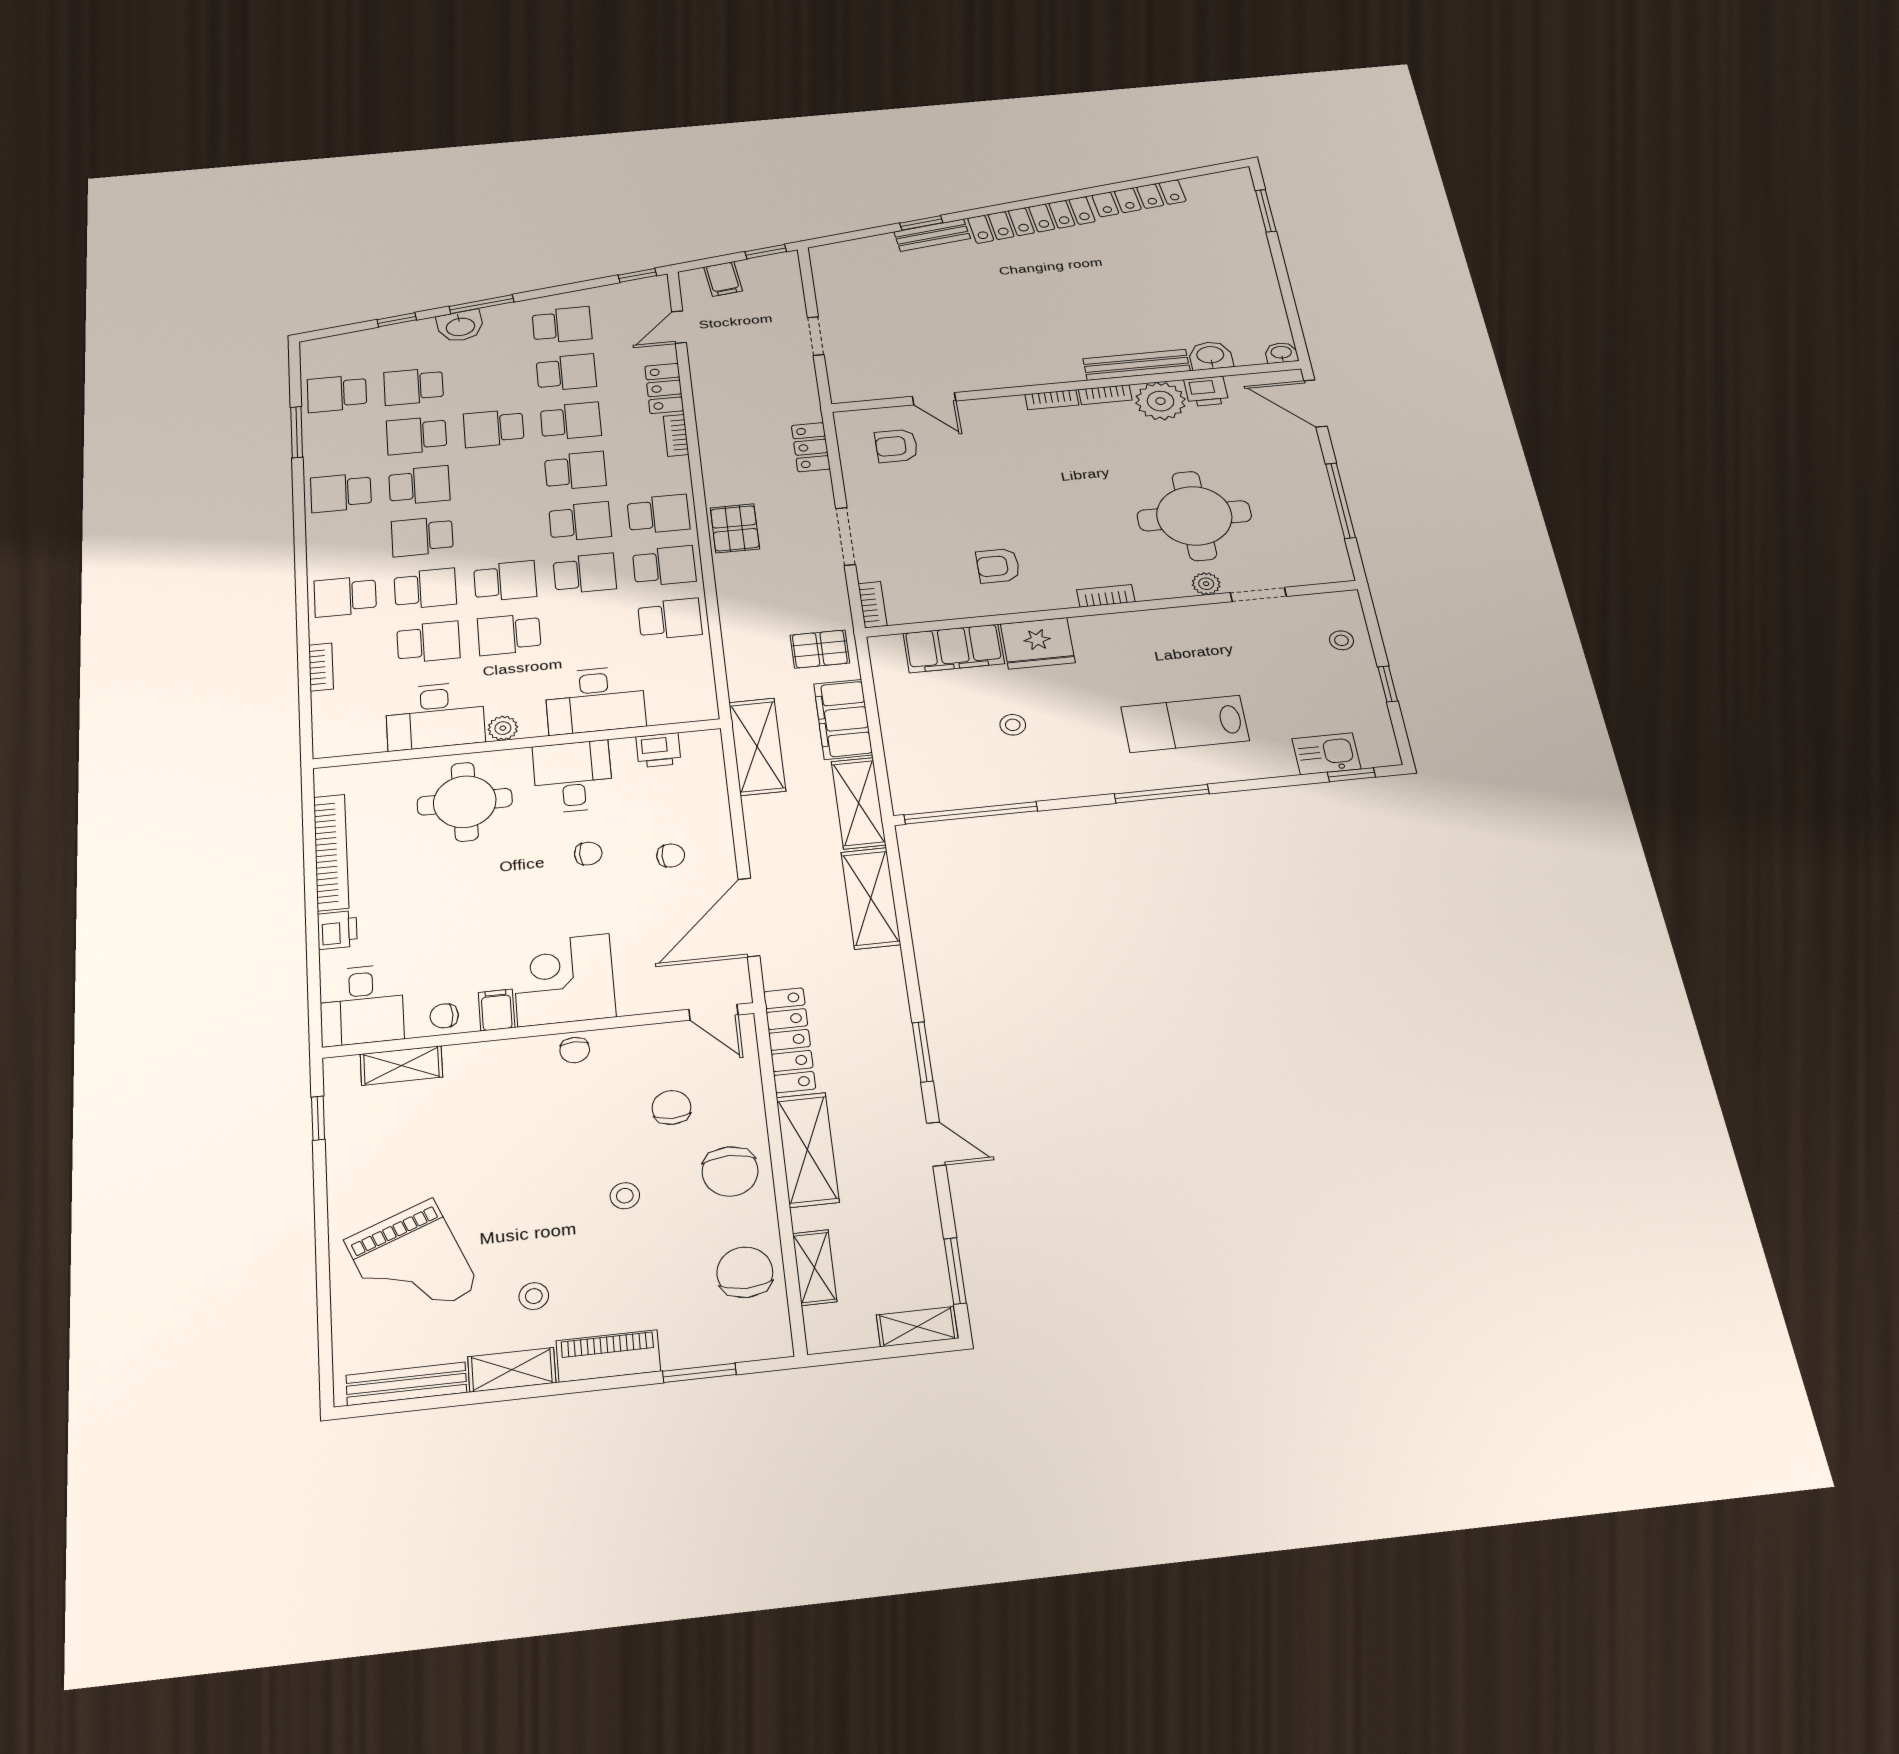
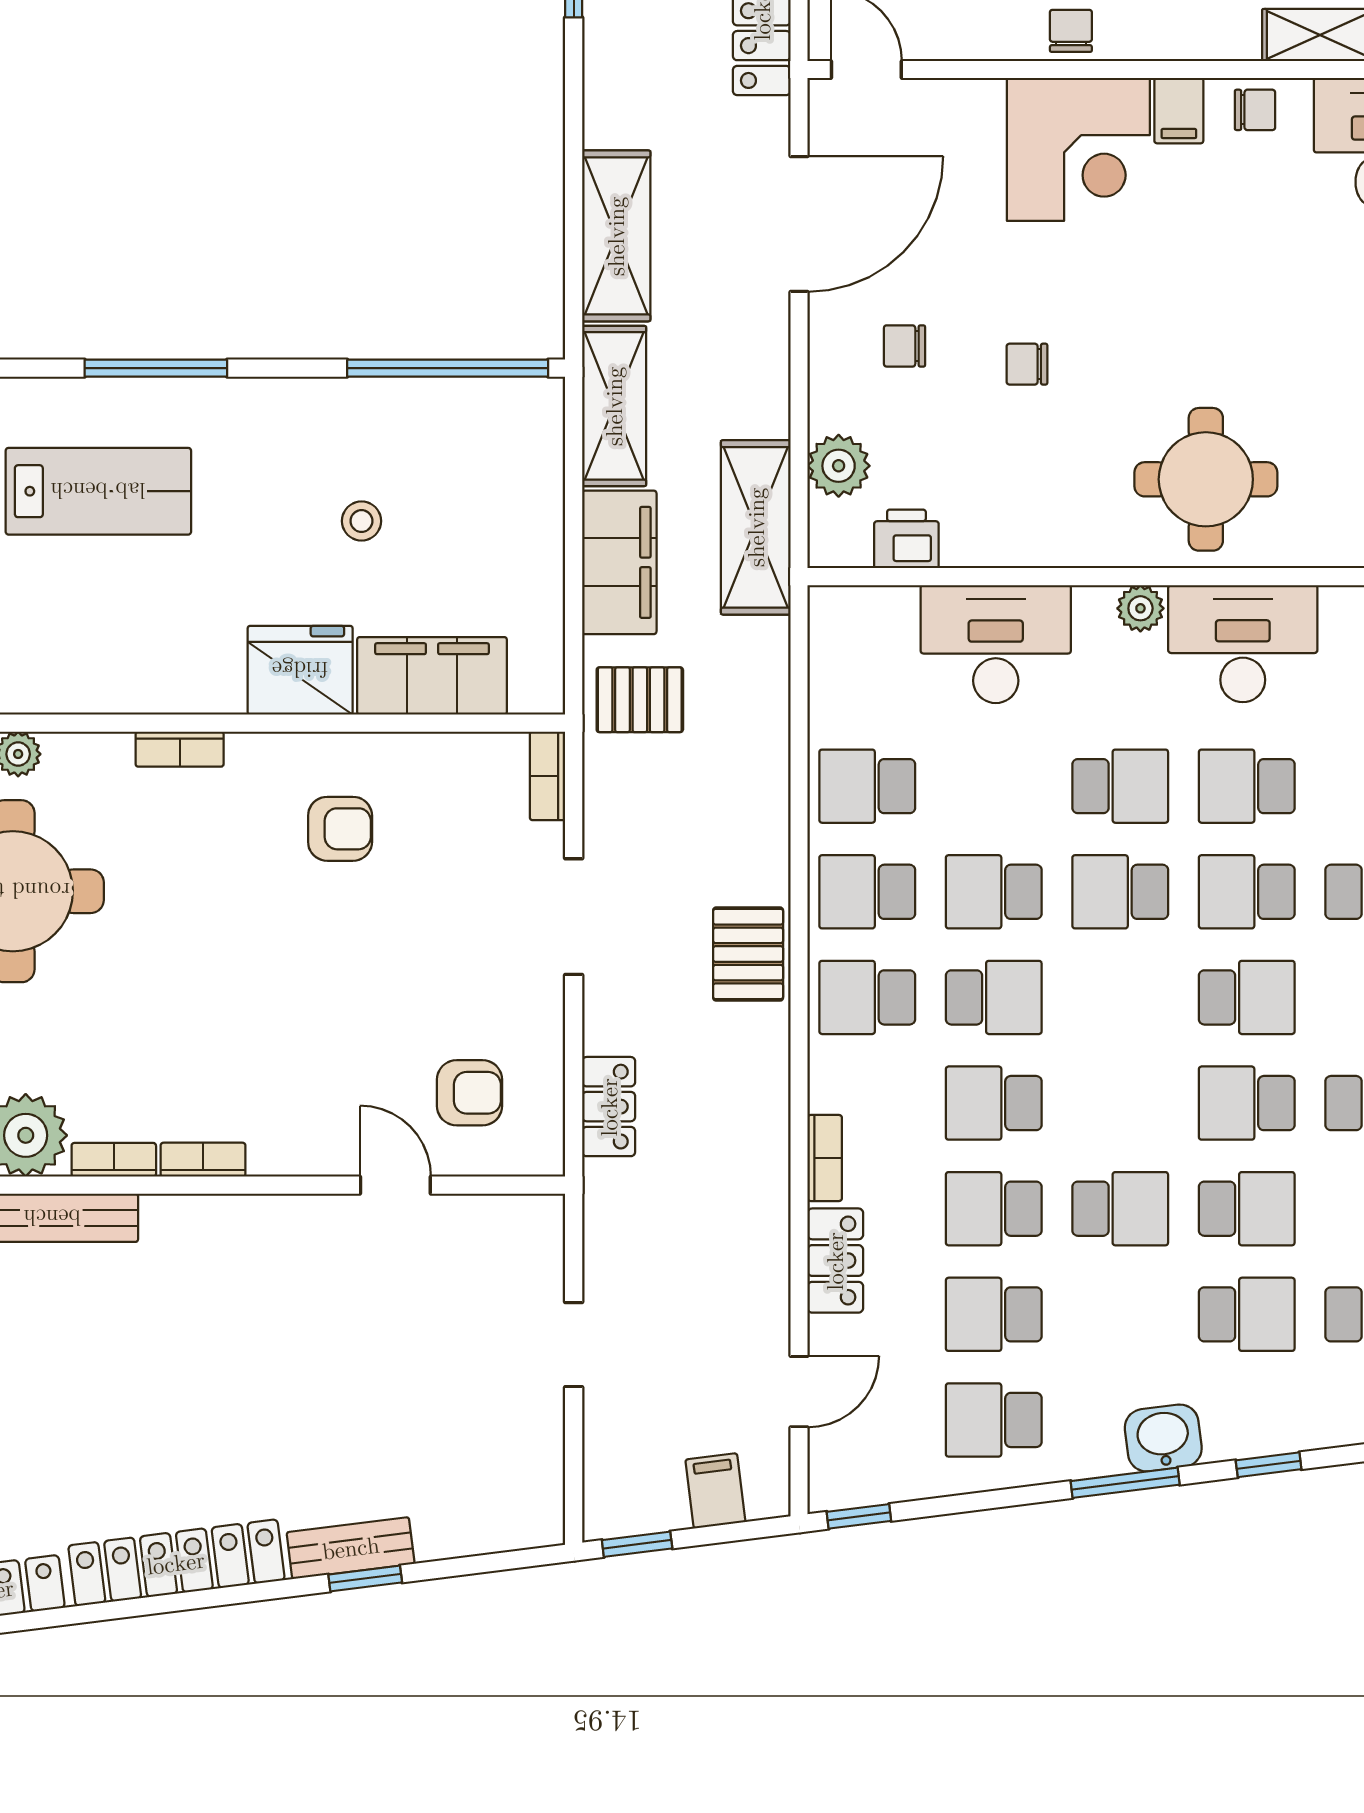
school desk: (580, 522) -> (994, 997), turned 180
desk: (573, 777) -> (1040, 506), removed
plant: (707, 785) -> (839, 466), added

